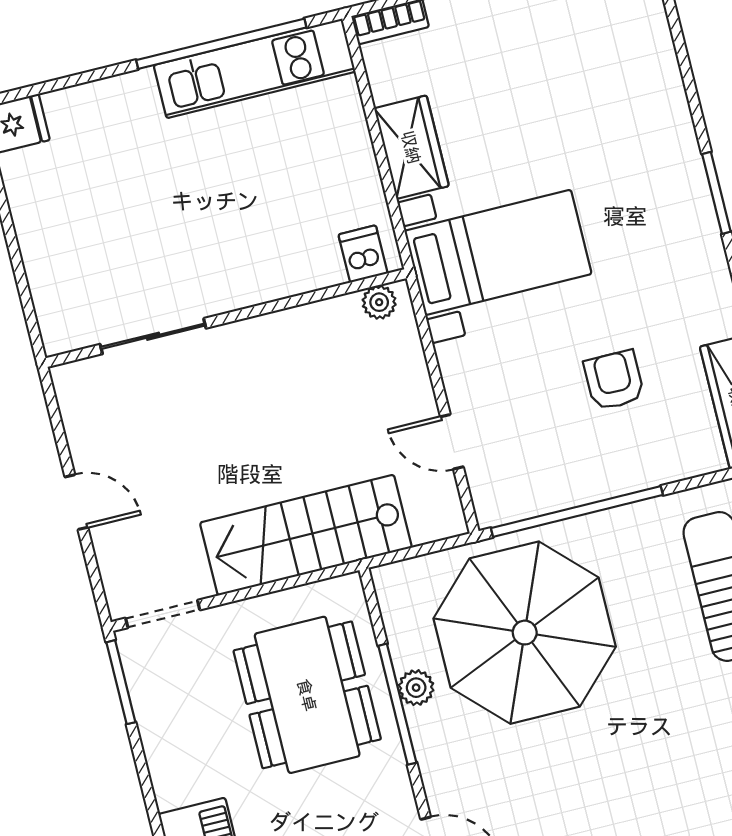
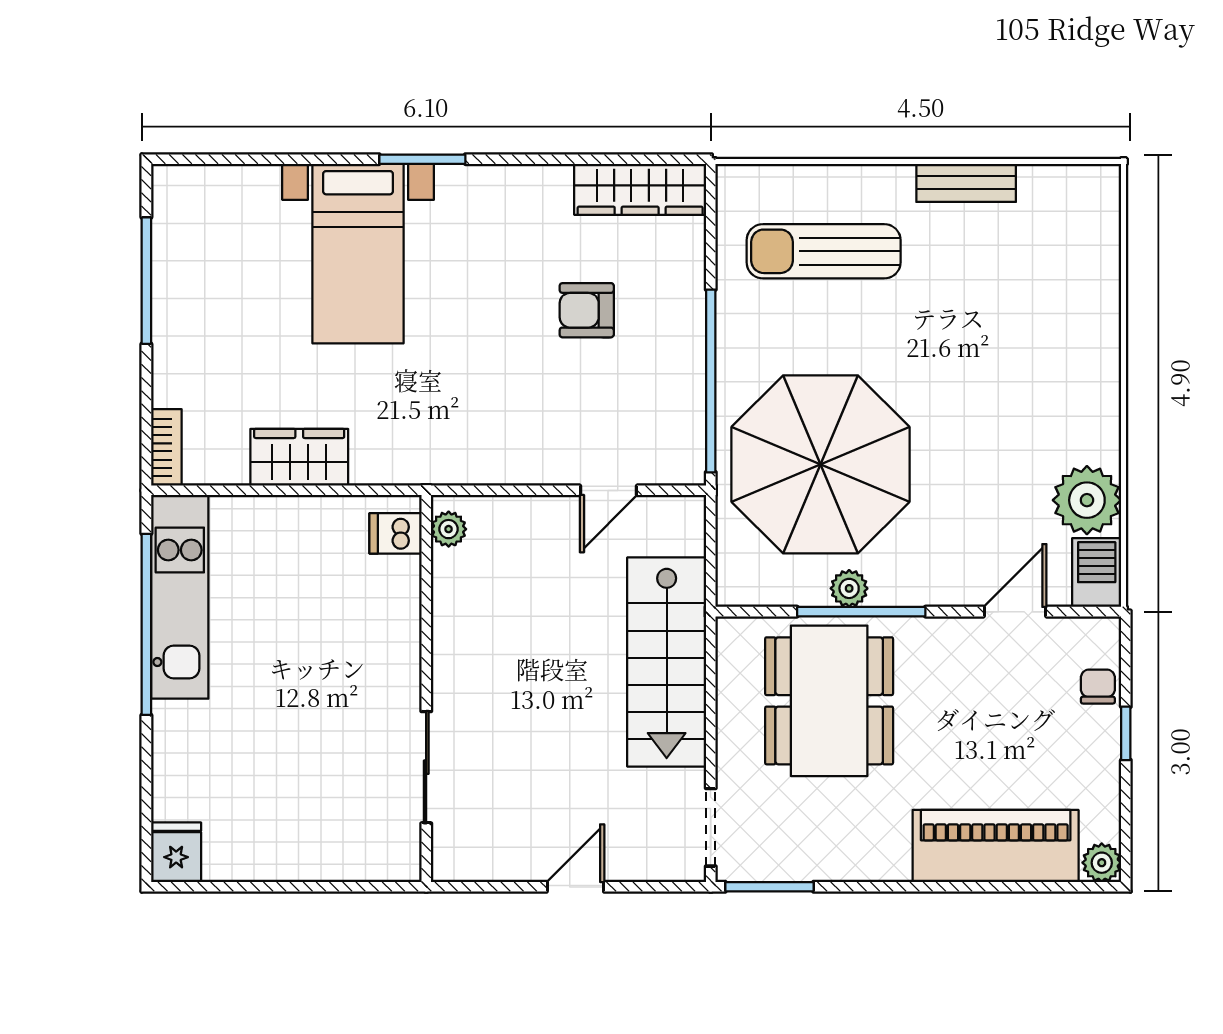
bed with nightstands: (498, 252) -> (358, 254), moved, turned 180
dining table: (307, 695) -> (829, 701), turned 90

